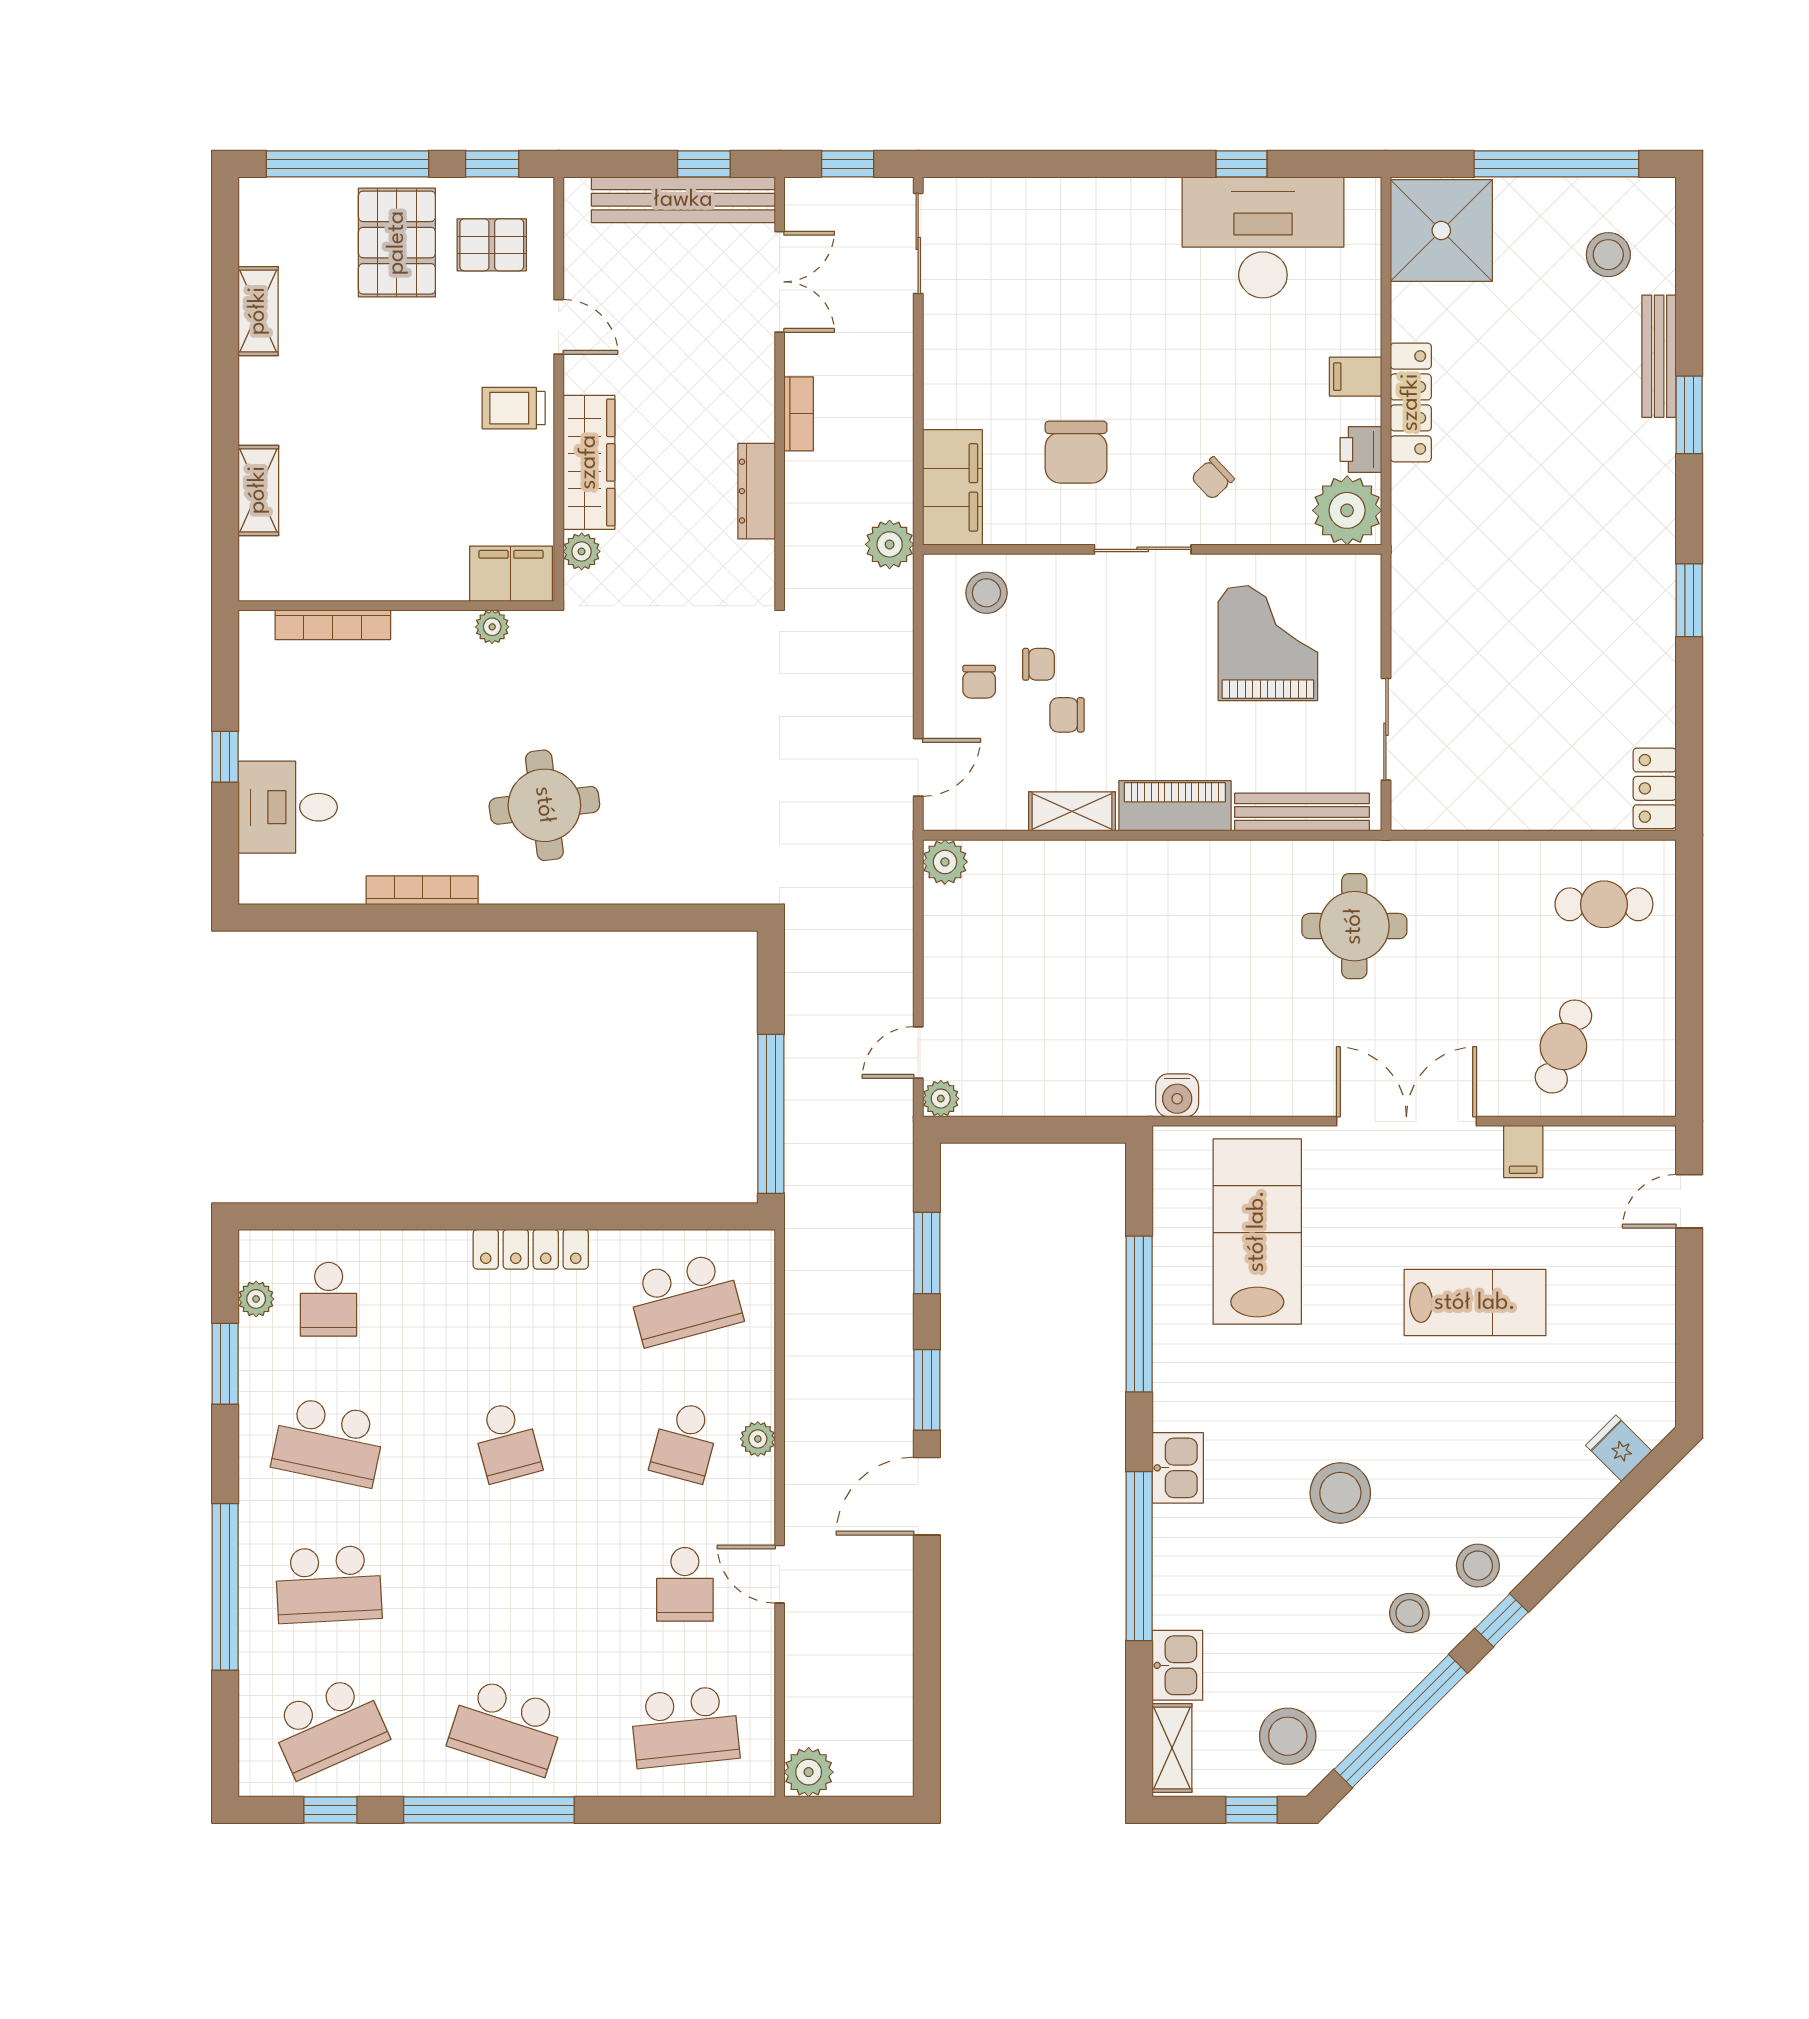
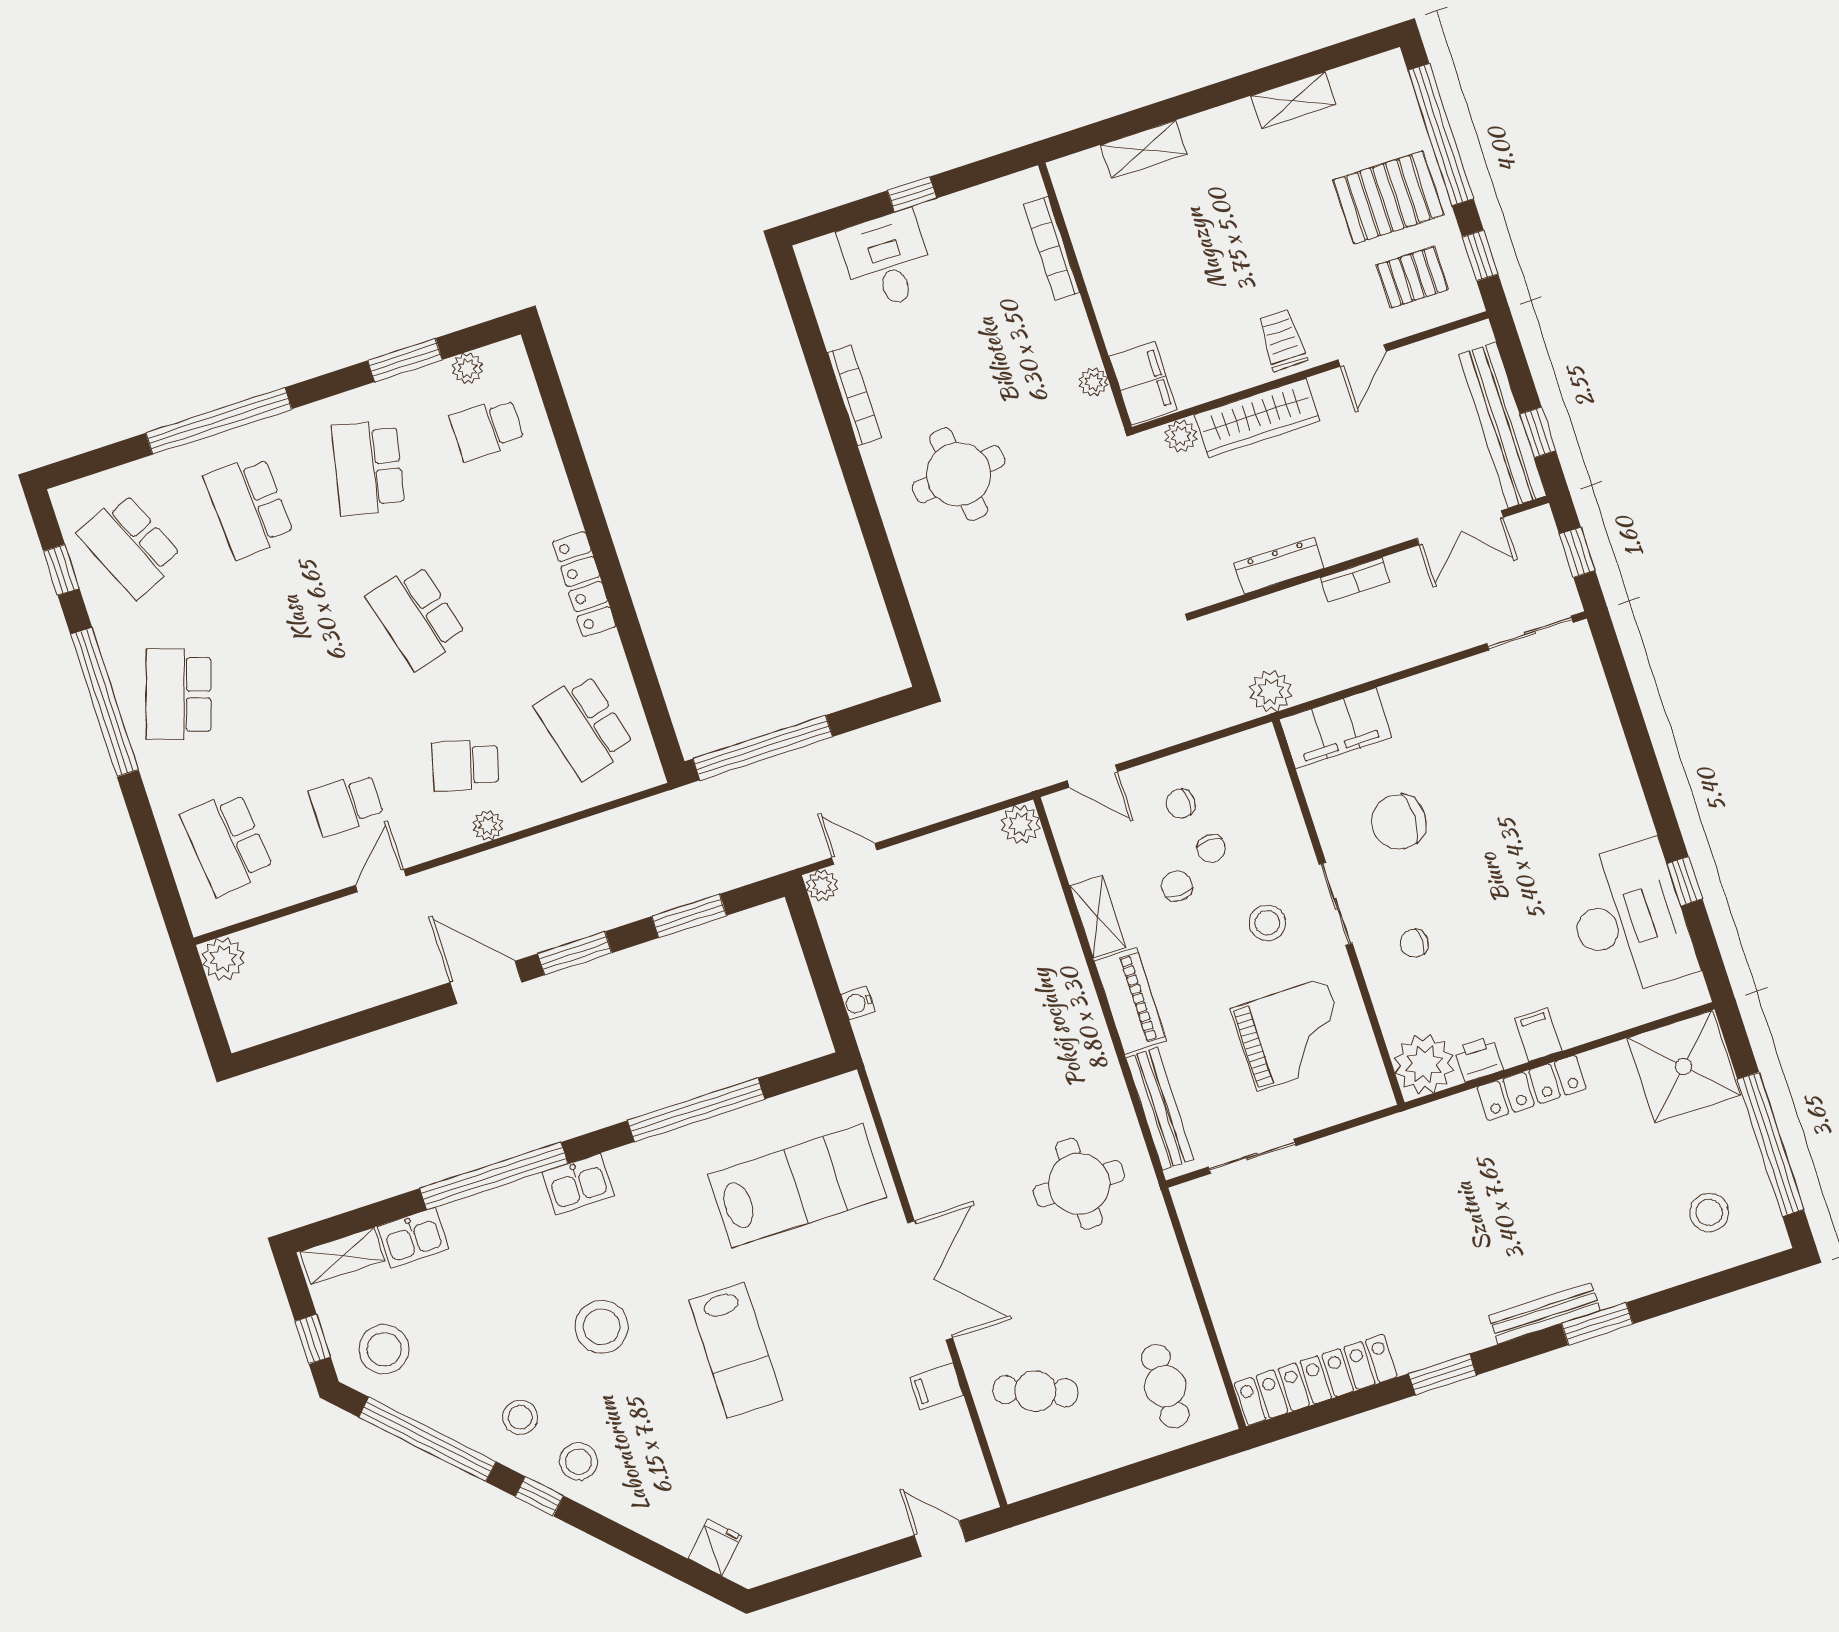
pallet: (492, 245) -> (1412, 277), turned 90
bench: (1659, 356) -> (1545, 1313), moved
chair: (1213, 478) -> (1414, 943), turned -47
stool: (986, 593) -> (1267, 923), moved
locker: (1655, 788) -> (1316, 1380), width x2.16, depth x1.21
water cooler: (1177, 1095) -> (858, 1003), moved, width x0.72, depth x0.72
lab bench: (1475, 1303) -> (736, 1350), moved
school desk: (507, 1442) -> (417, 617), width x1.85

